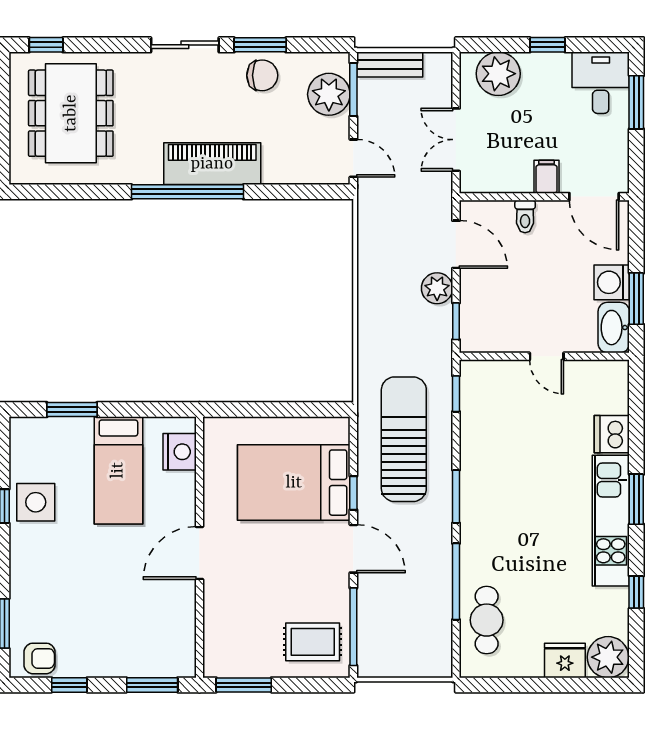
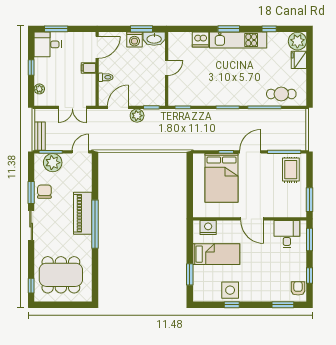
plant: (498, 74) -> (39, 89), width x0.53, depth x0.53
sun lounger: (404, 439) -> (203, 130), removed
desk: (164, 633) -> (287, 234), added

